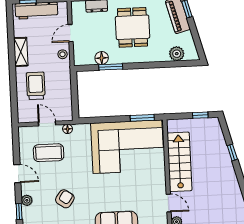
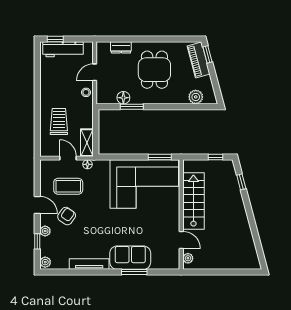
shelving: (21, 52) -> (87, 143), moved
window: (232, 152) -> (241, 182), moved
armchair: (65, 199) -> (67, 216), moved

